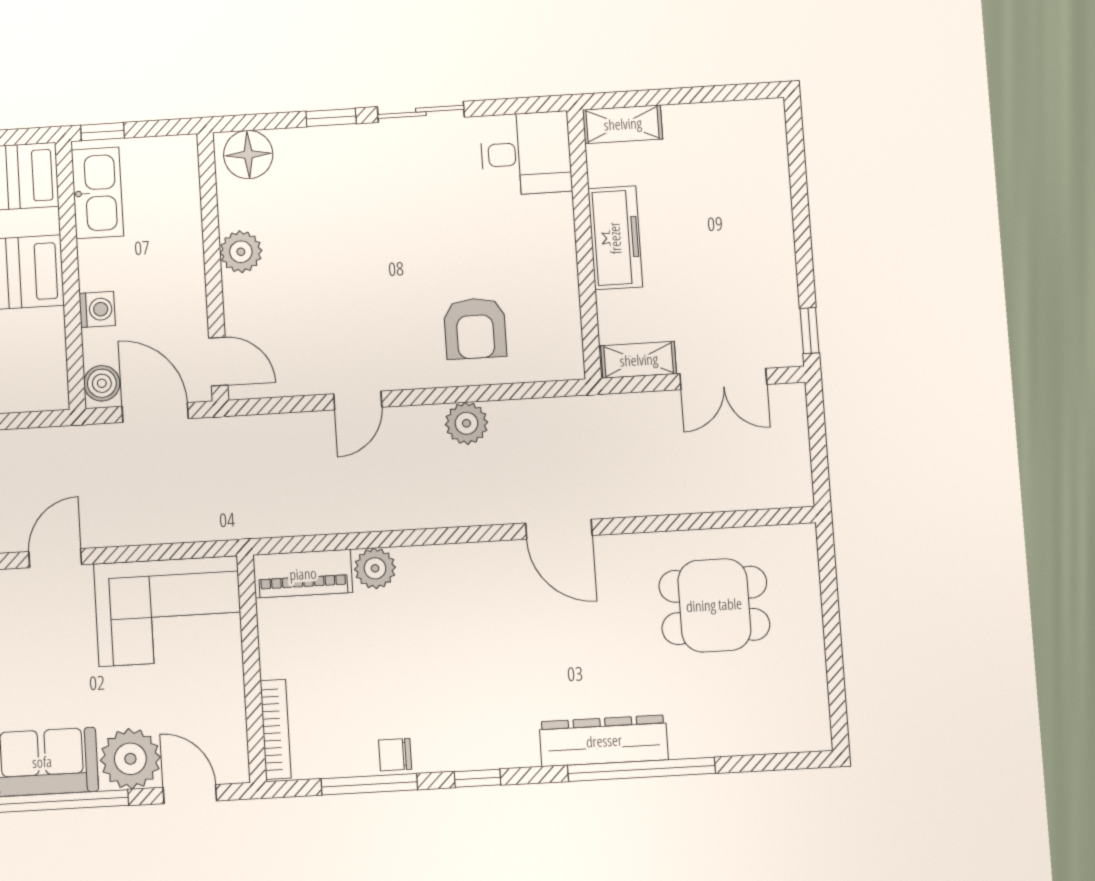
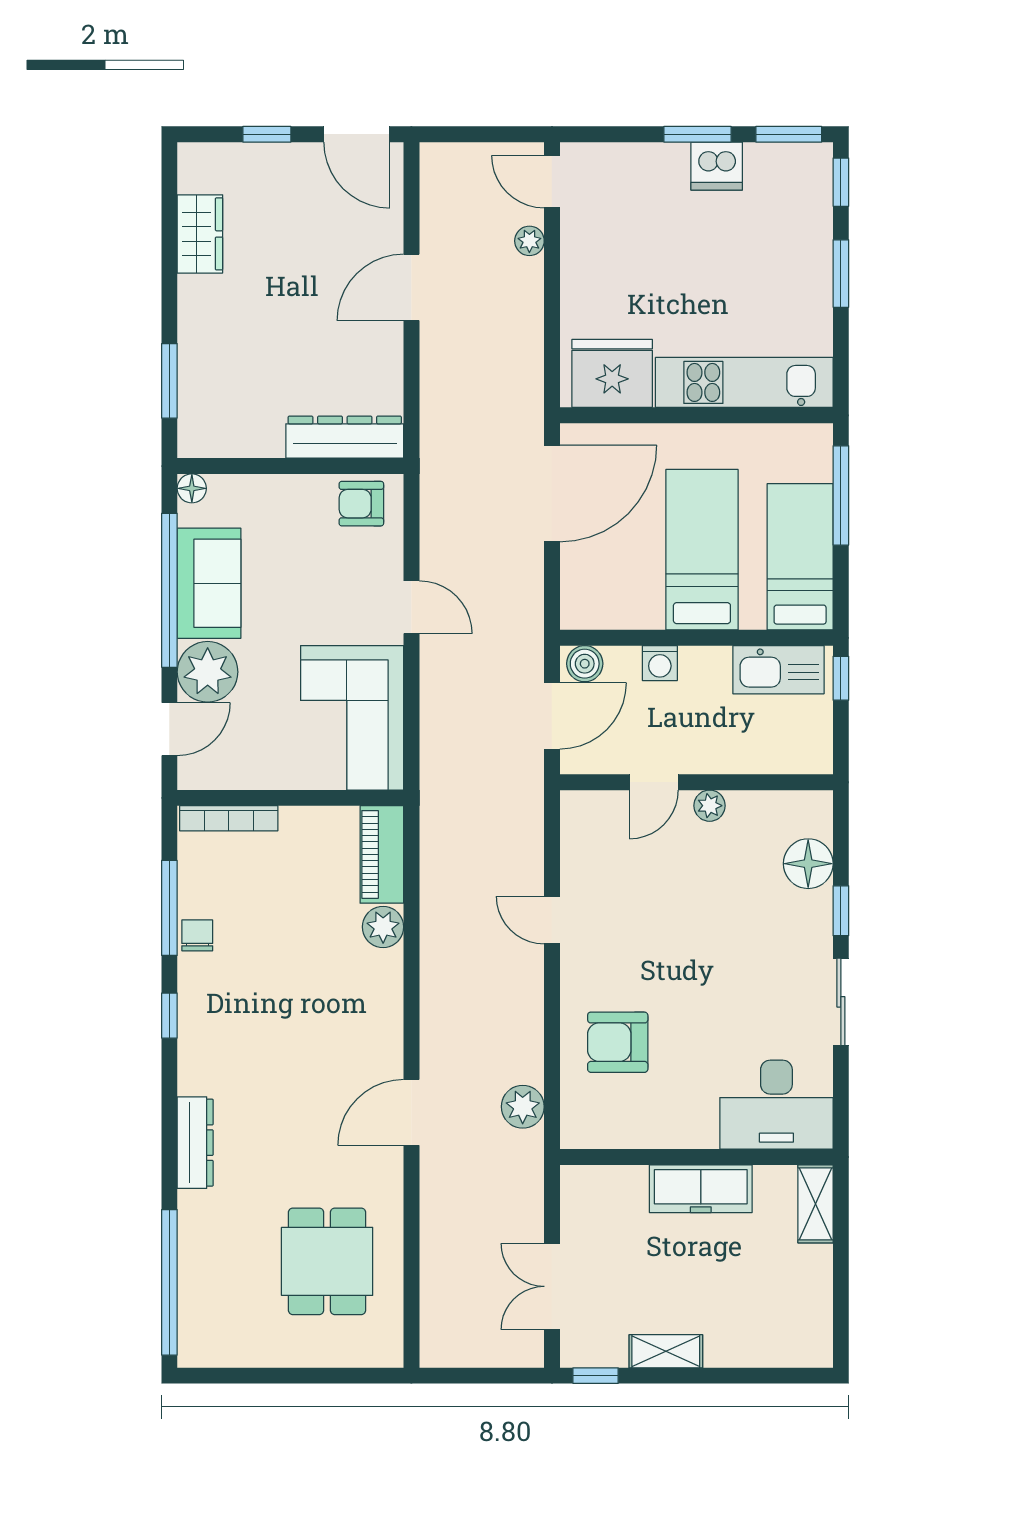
desk: (526, 154) -> (776, 1105), width x1.37
floor lamp: (248, 155) -> (808, 864), moved
plant: (241, 252) -> (710, 806), width x0.73, depth x0.73
shelving: (639, 360) -> (666, 1351), moved, turned 90
door: (218, 362) -> (654, 782), moved
plant: (466, 423) -> (523, 1107), moved
dresser: (604, 741) -> (195, 1143), width x0.73, depth x0.80
window: (641, 769) -> (169, 1282), moved

